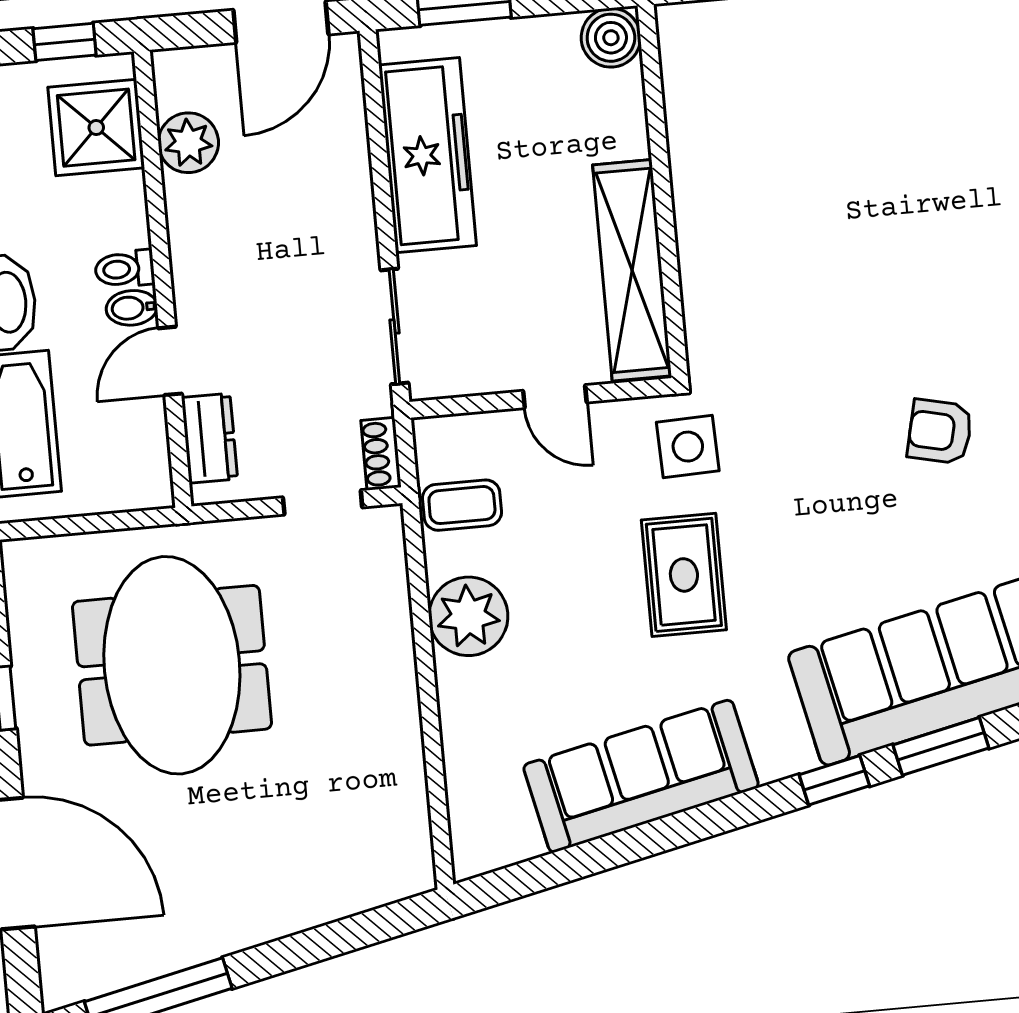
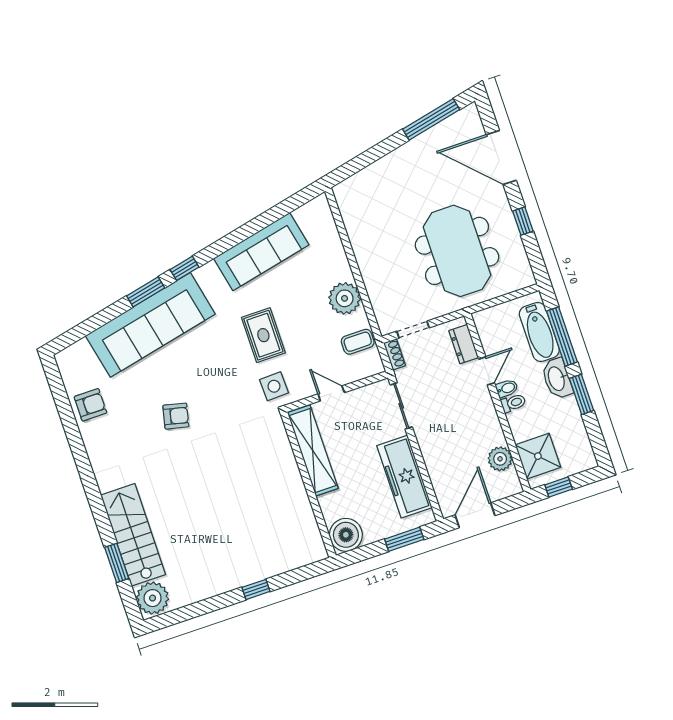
boiler: (611, 38) -> (346, 535), width x1.37, depth x1.37

